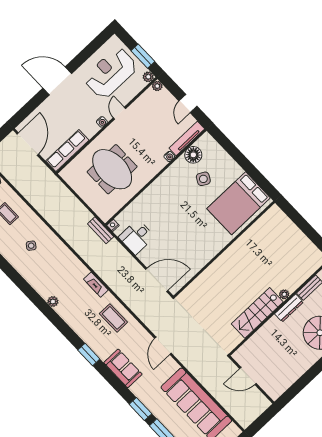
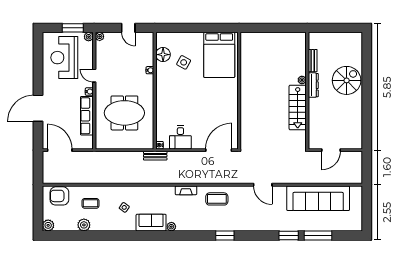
door: (57, 81) -> (38, 108), moved
tv unit: (187, 138) -> (149, 49), removed
row of seats: (67, 151) -> (87, 116), moved
sofa: (123, 368) -> (151, 223), moved

